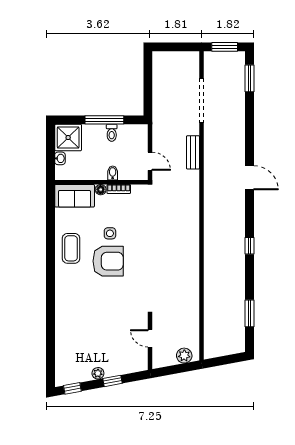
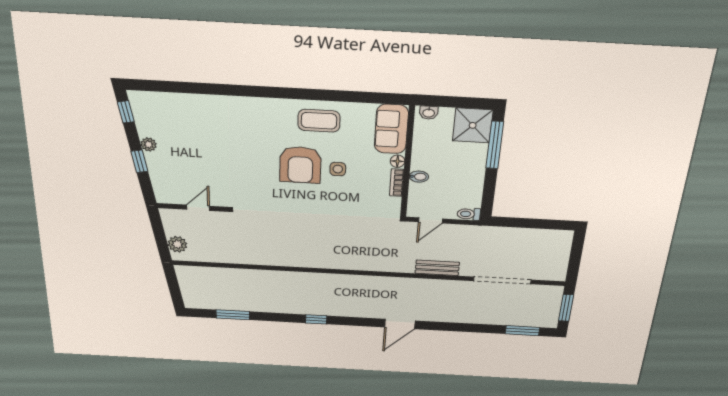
window: (104, 120) -> (495, 145), moved
toilet: (112, 133) -> (469, 214), moved
washbasin: (60, 158) -> (429, 113), moved

